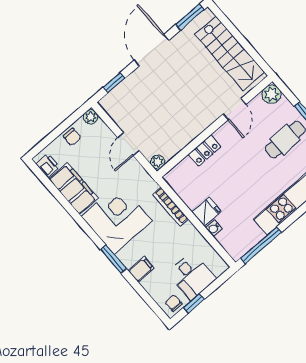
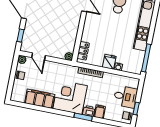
door: (128, 144) -> (38, 57), moved
locker: (204, 151) -> (83, 51), moved
printer: (48, 165) -> (89, 111), moved

